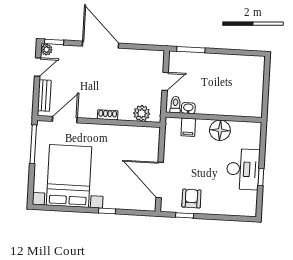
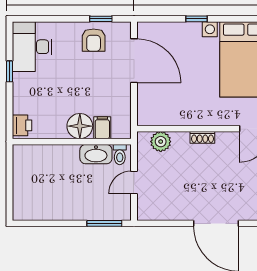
washbasin: (188, 108) -> (96, 154), width x1.91, depth x1.45
floor lamp: (220, 130) -> (80, 126), moved
printer: (253, 133) -> (22, 125), added
desk: (243, 169) -> (32, 47), moved

